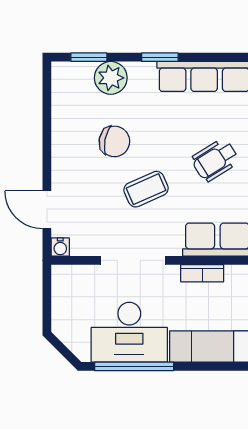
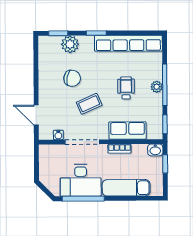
wheelchair: (215, 160) -> (126, 88), turned 122
water cooler: (60, 247) -> (58, 135), moved

